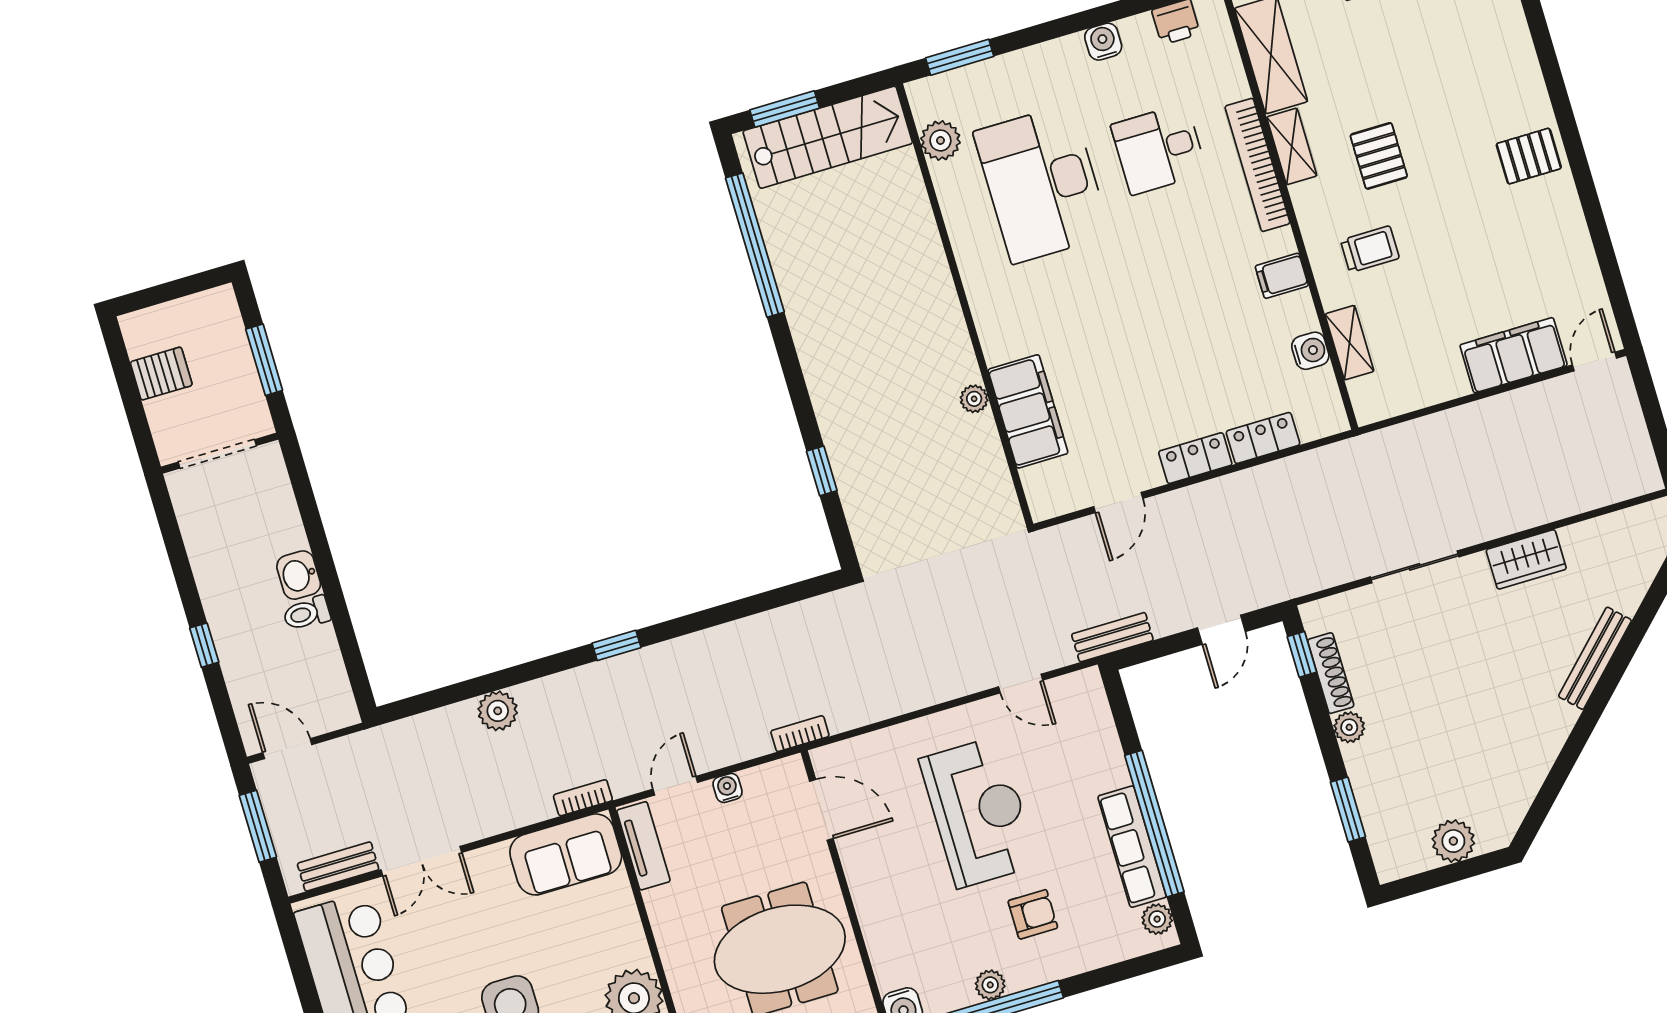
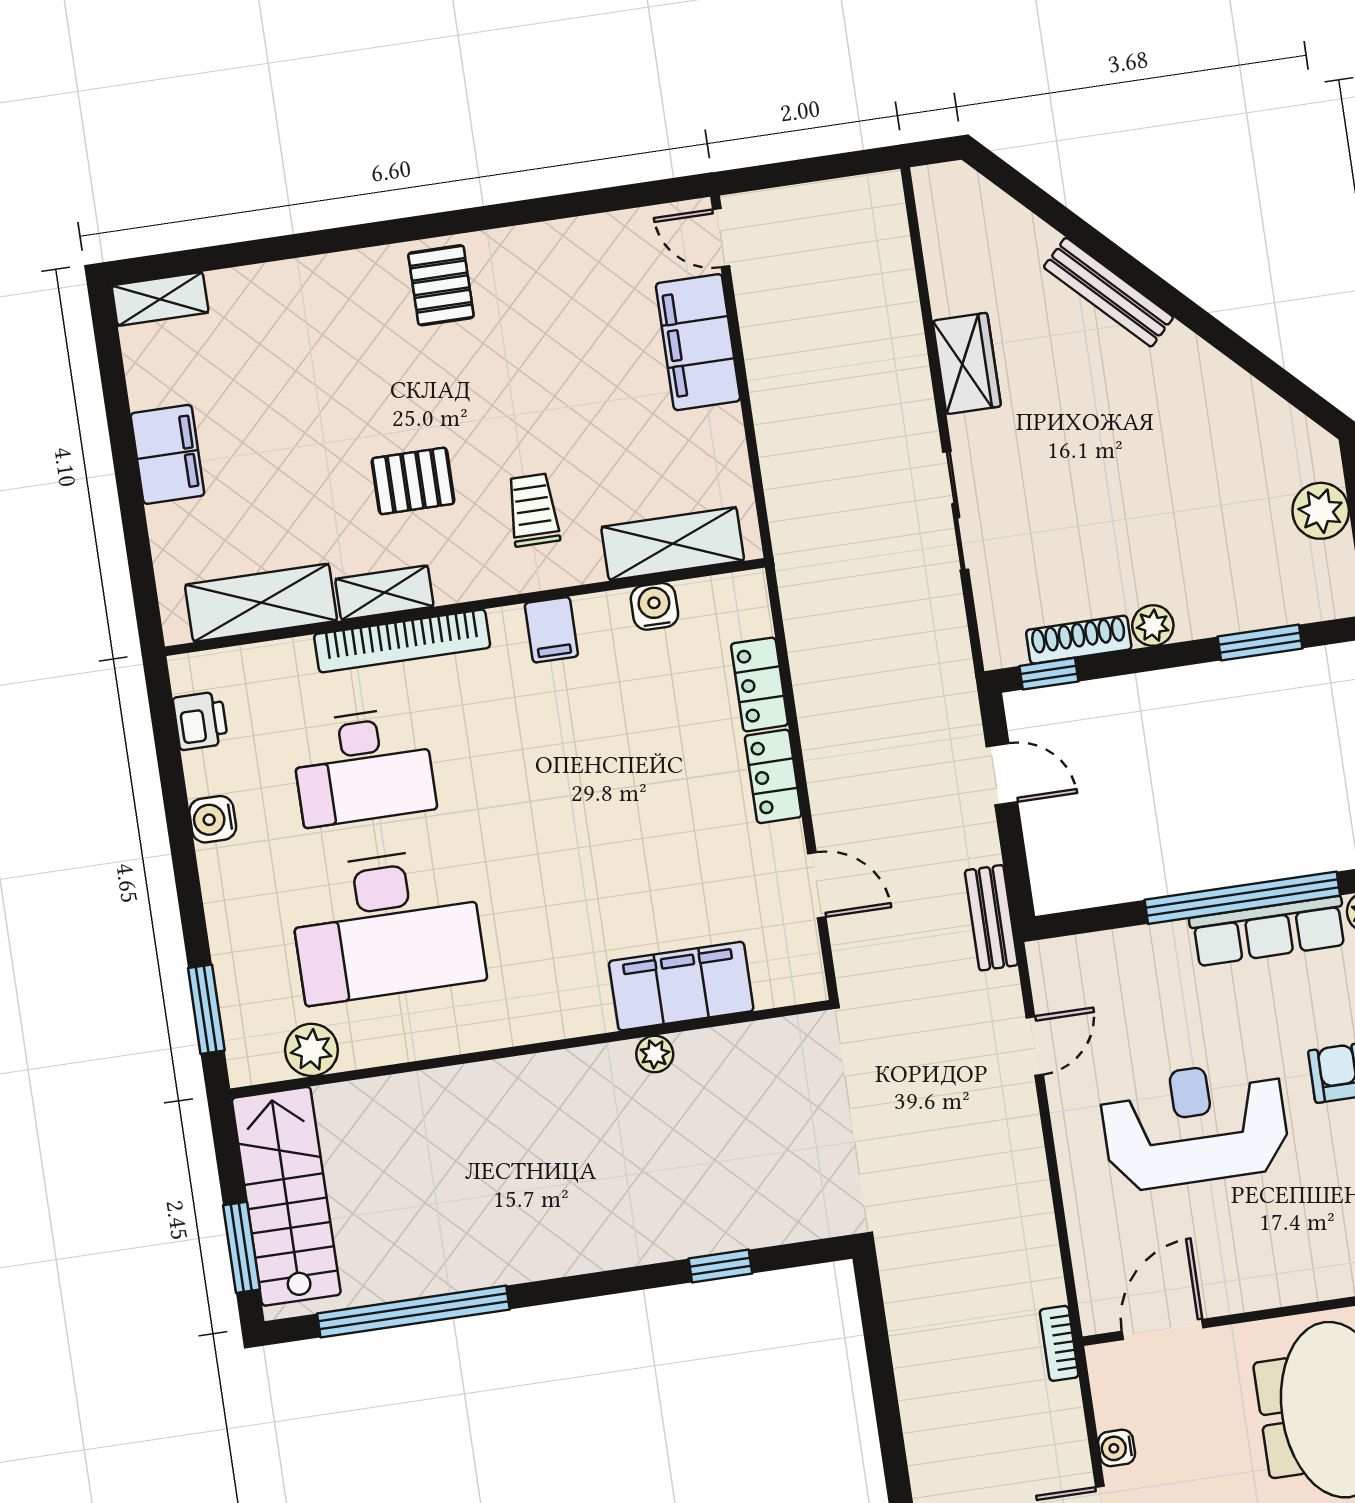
desk: (1159, 149) -> (363, 767), width x1.37
shelving: (1349, 343) -> (673, 544), width x1.50, depth x1.33

